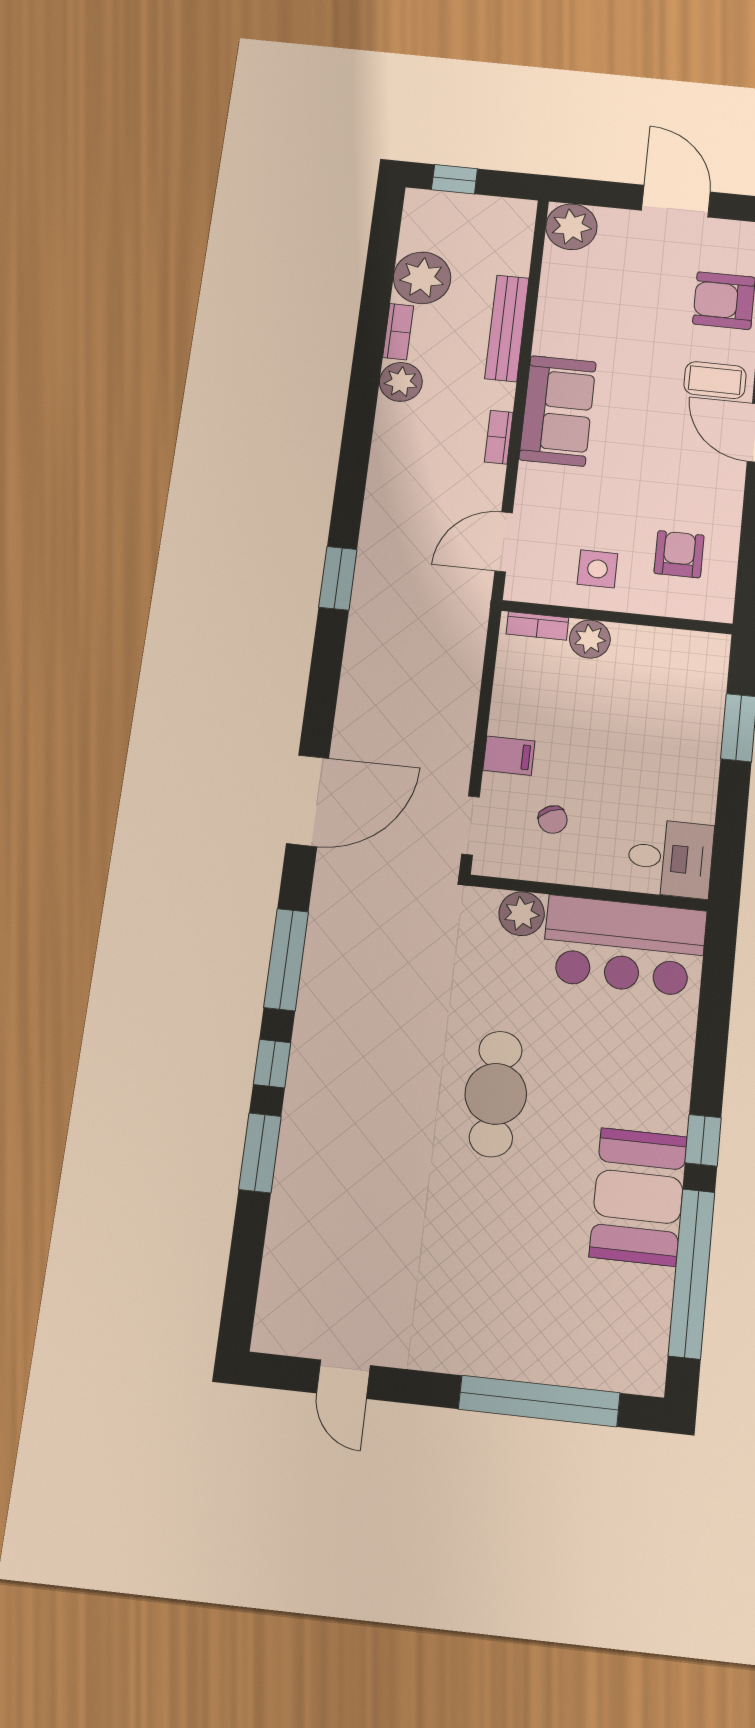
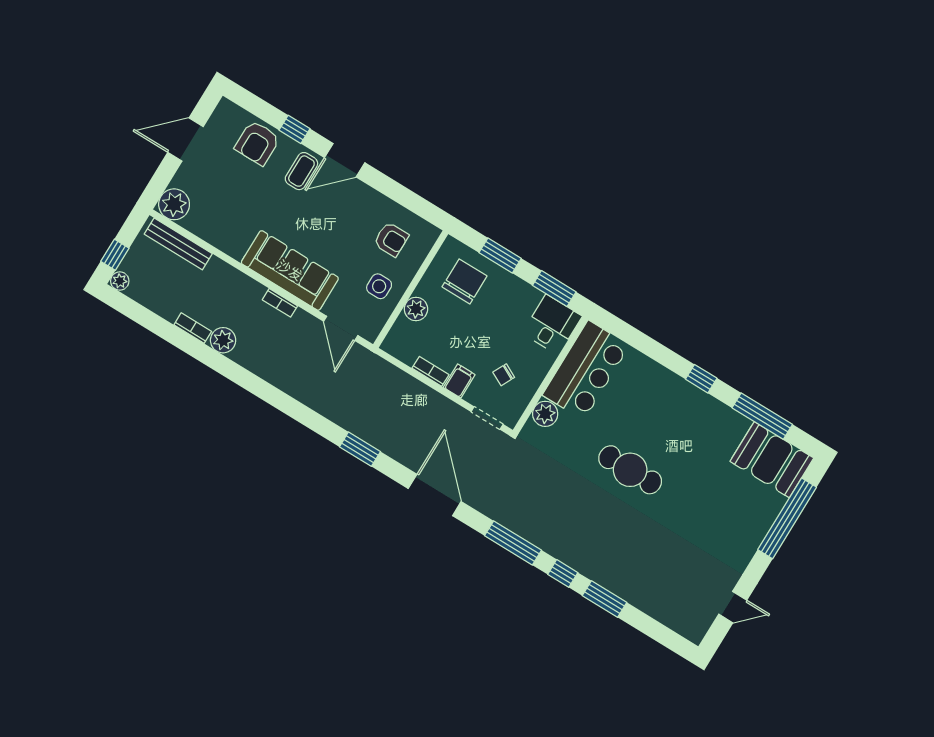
plant: (422, 278) -> (120, 281), moved, width x0.53, depth x0.53
bench: (507, 328) -> (178, 244), moved
sofa: (558, 411) -> (290, 270), width x1.36
armchair: (679, 554) -> (391, 239), turned 180
window: (338, 578) -> (360, 449), moved
bookcase: (537, 626) -> (431, 371), moved, turned -90
chair: (670, 692) -> (465, 281), added
chair: (553, 820) -> (504, 375), turned 142
window: (730, 835) -> (554, 289), added
booth: (638, 1197) -> (772, 460), moved
window: (692, 1273) -> (762, 416), width x0.68

